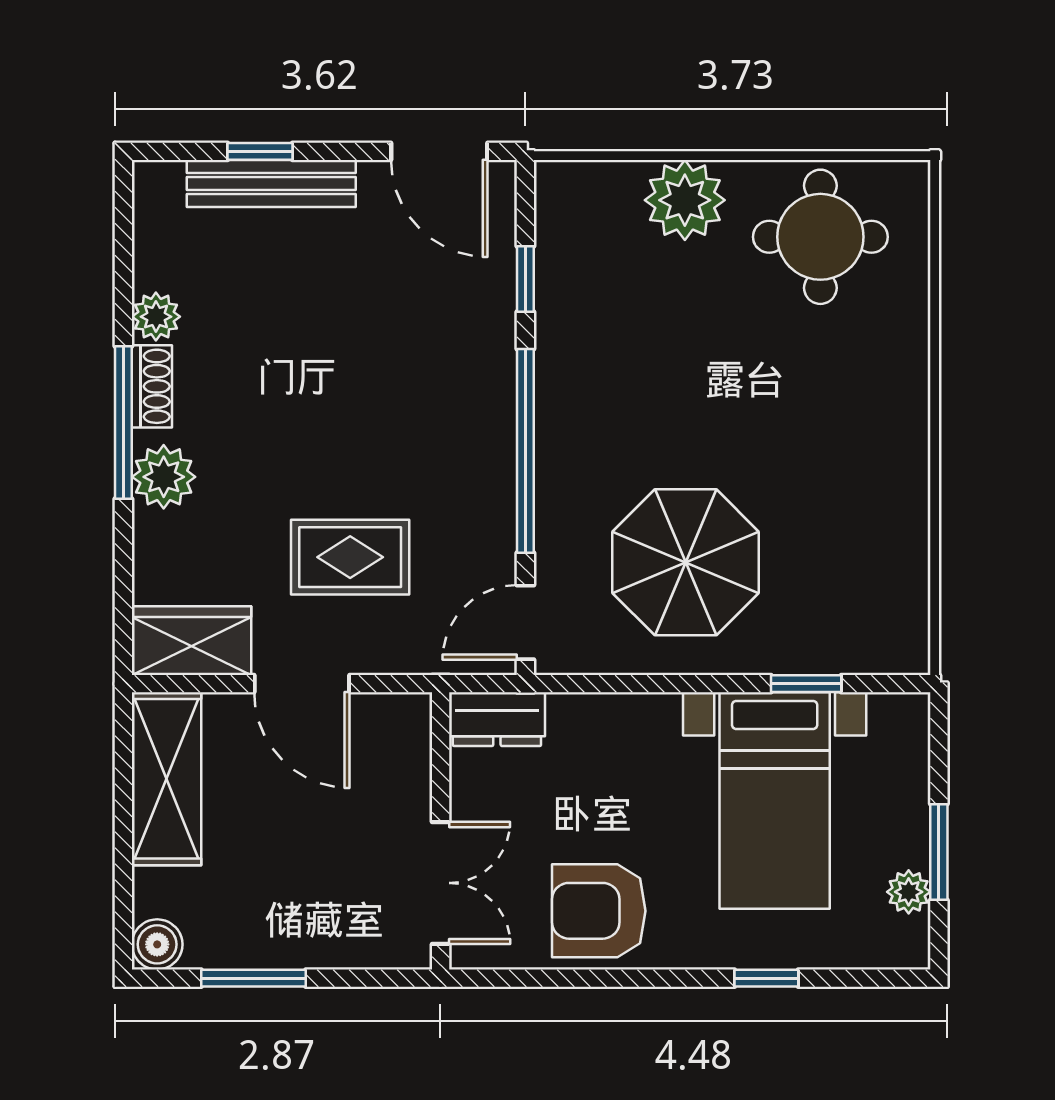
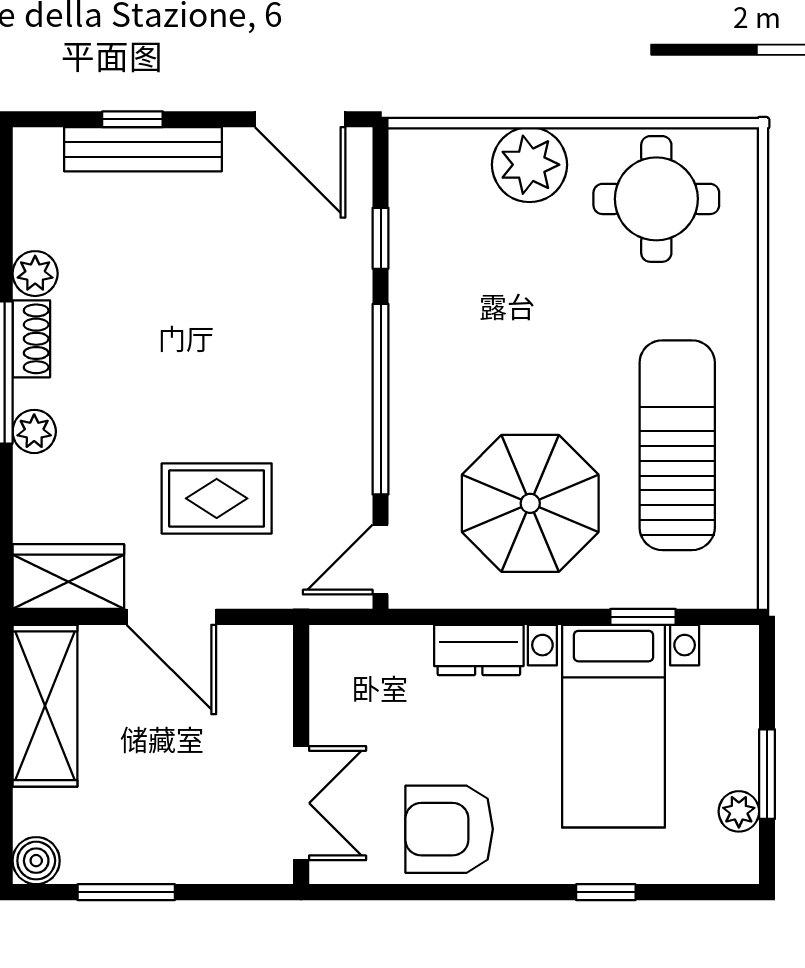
plant: (164, 477) -> (34, 431), width x0.73, depth x0.73
sun lounger: (843, 500) -> (677, 445), added
dresser: (497, 719) -> (479, 650), moved

